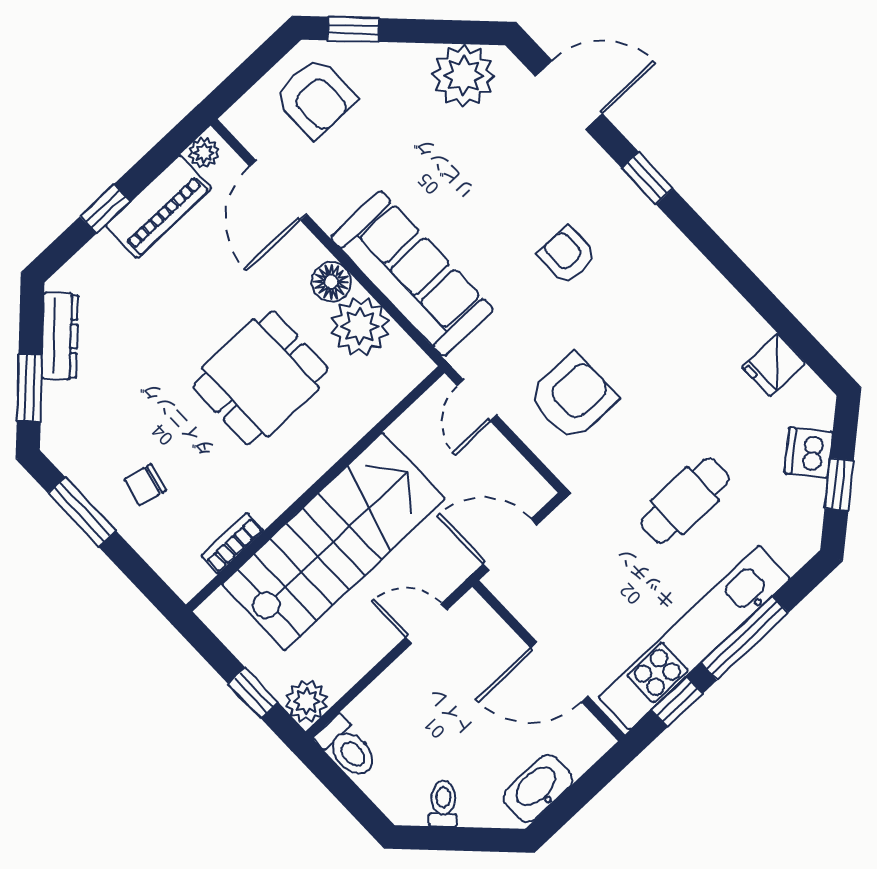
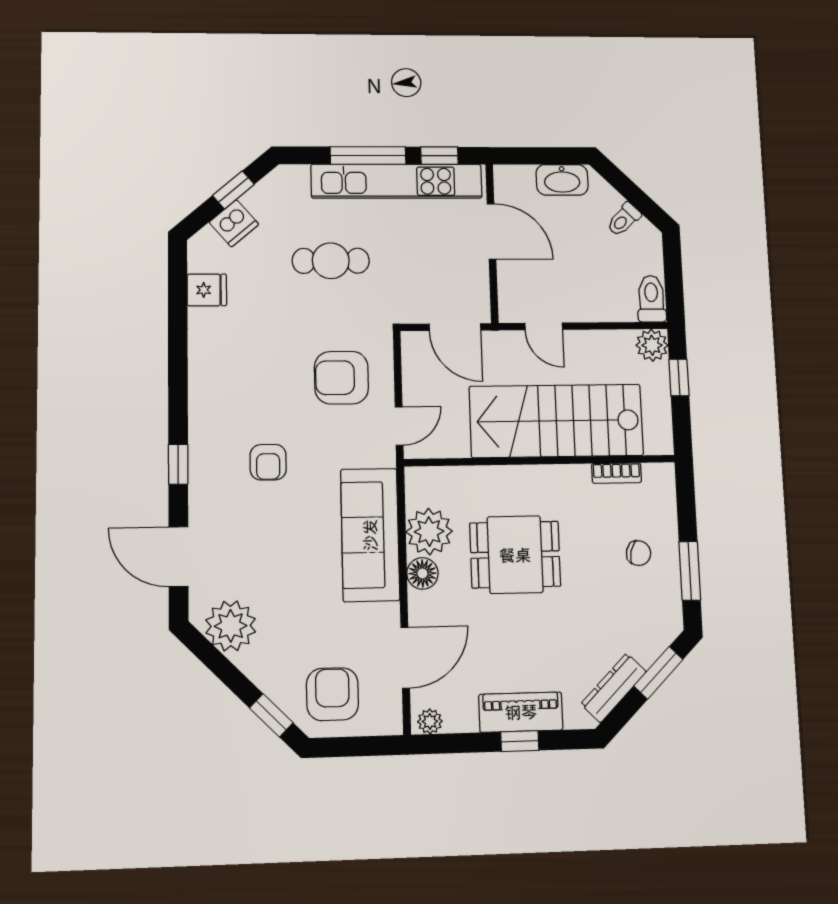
piano: (158, 207) -> (521, 712), moved

